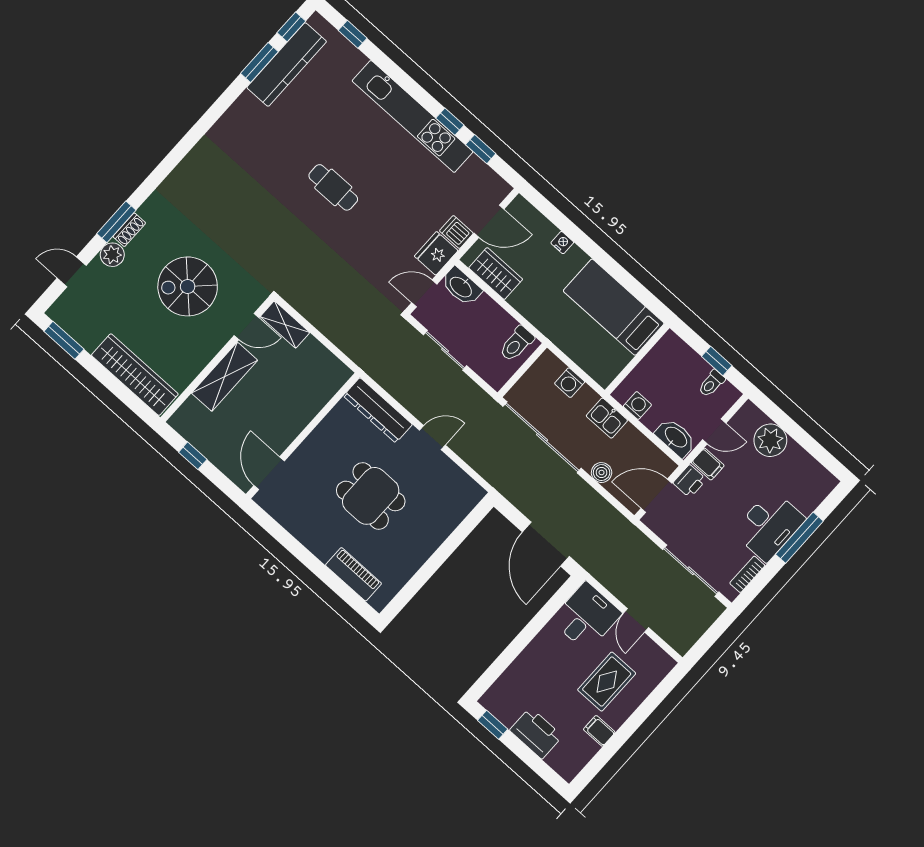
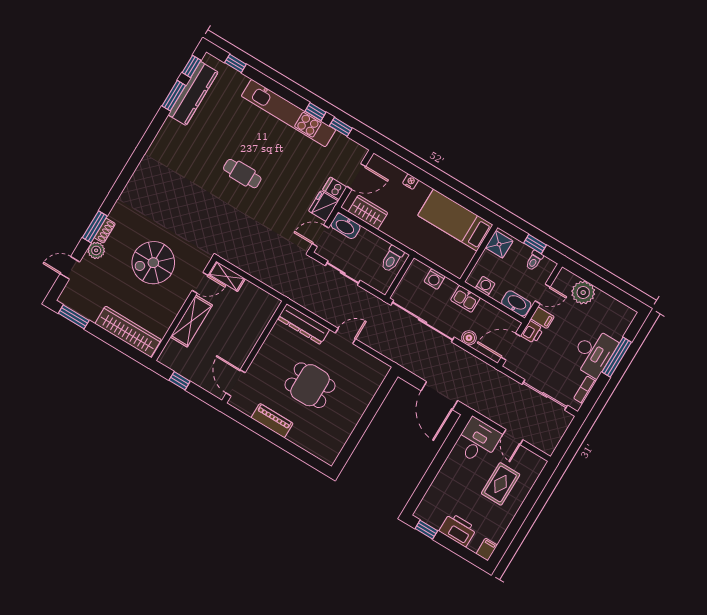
shower: (667, 352) -> (499, 244), added
piano: (353, 574) -> (272, 421), moved
filing cabinet: (599, 731) -> (487, 549), moved, turned 90

